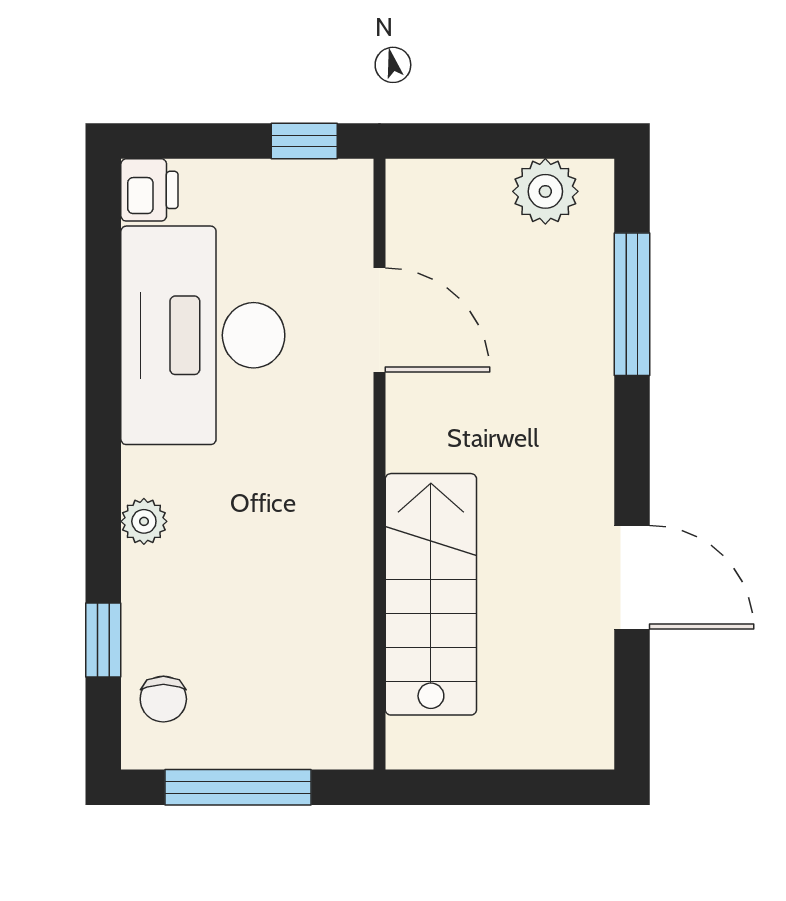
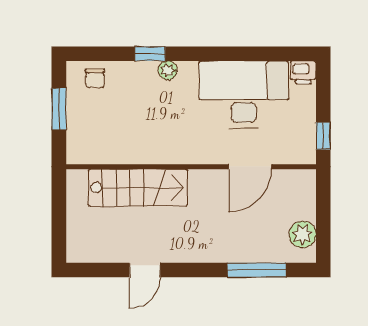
door: (632, 577) -> (145, 270), width x0.73
window: (103, 640) -> (150, 54), moved
chair: (163, 699) -> (95, 78), turned -90
window: (238, 787) -> (59, 109), width x0.69

